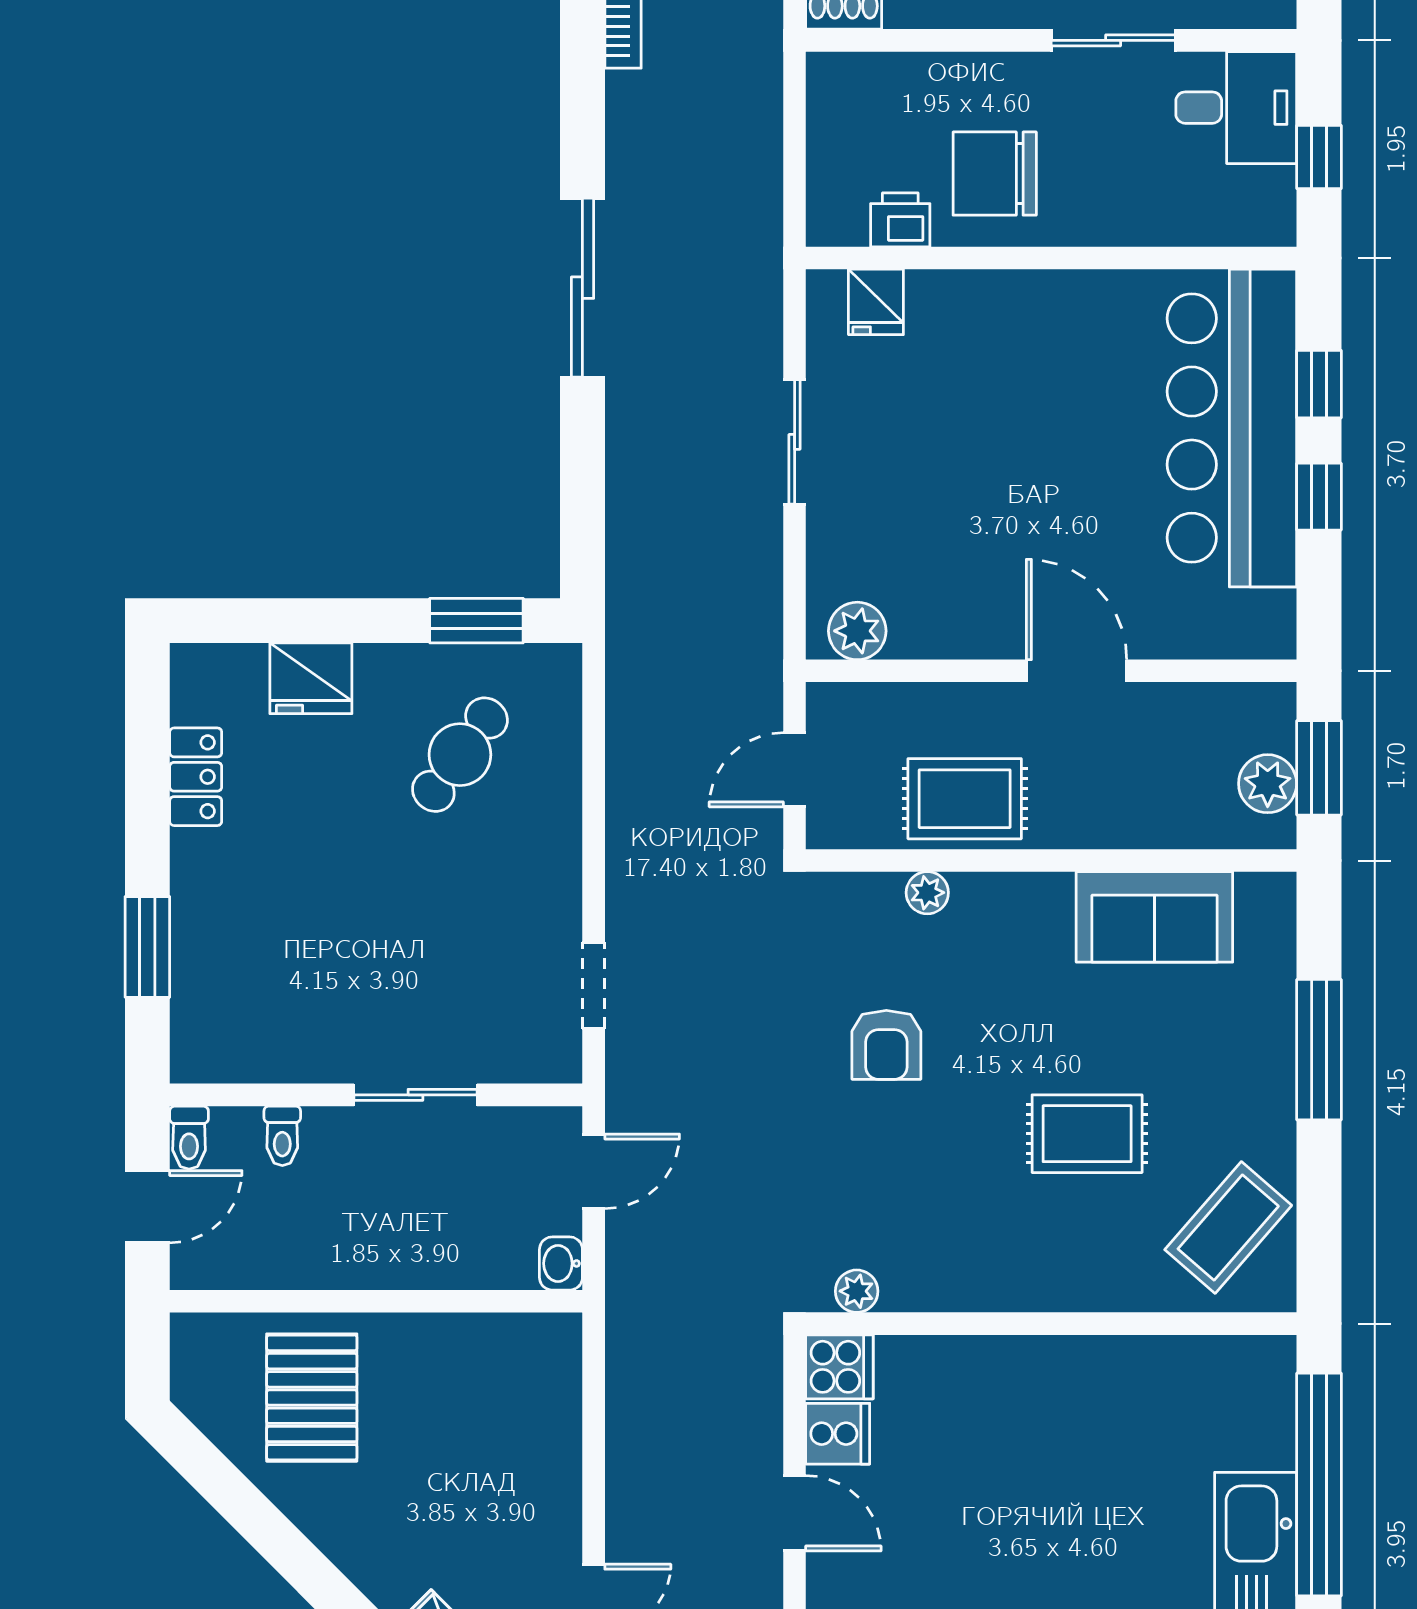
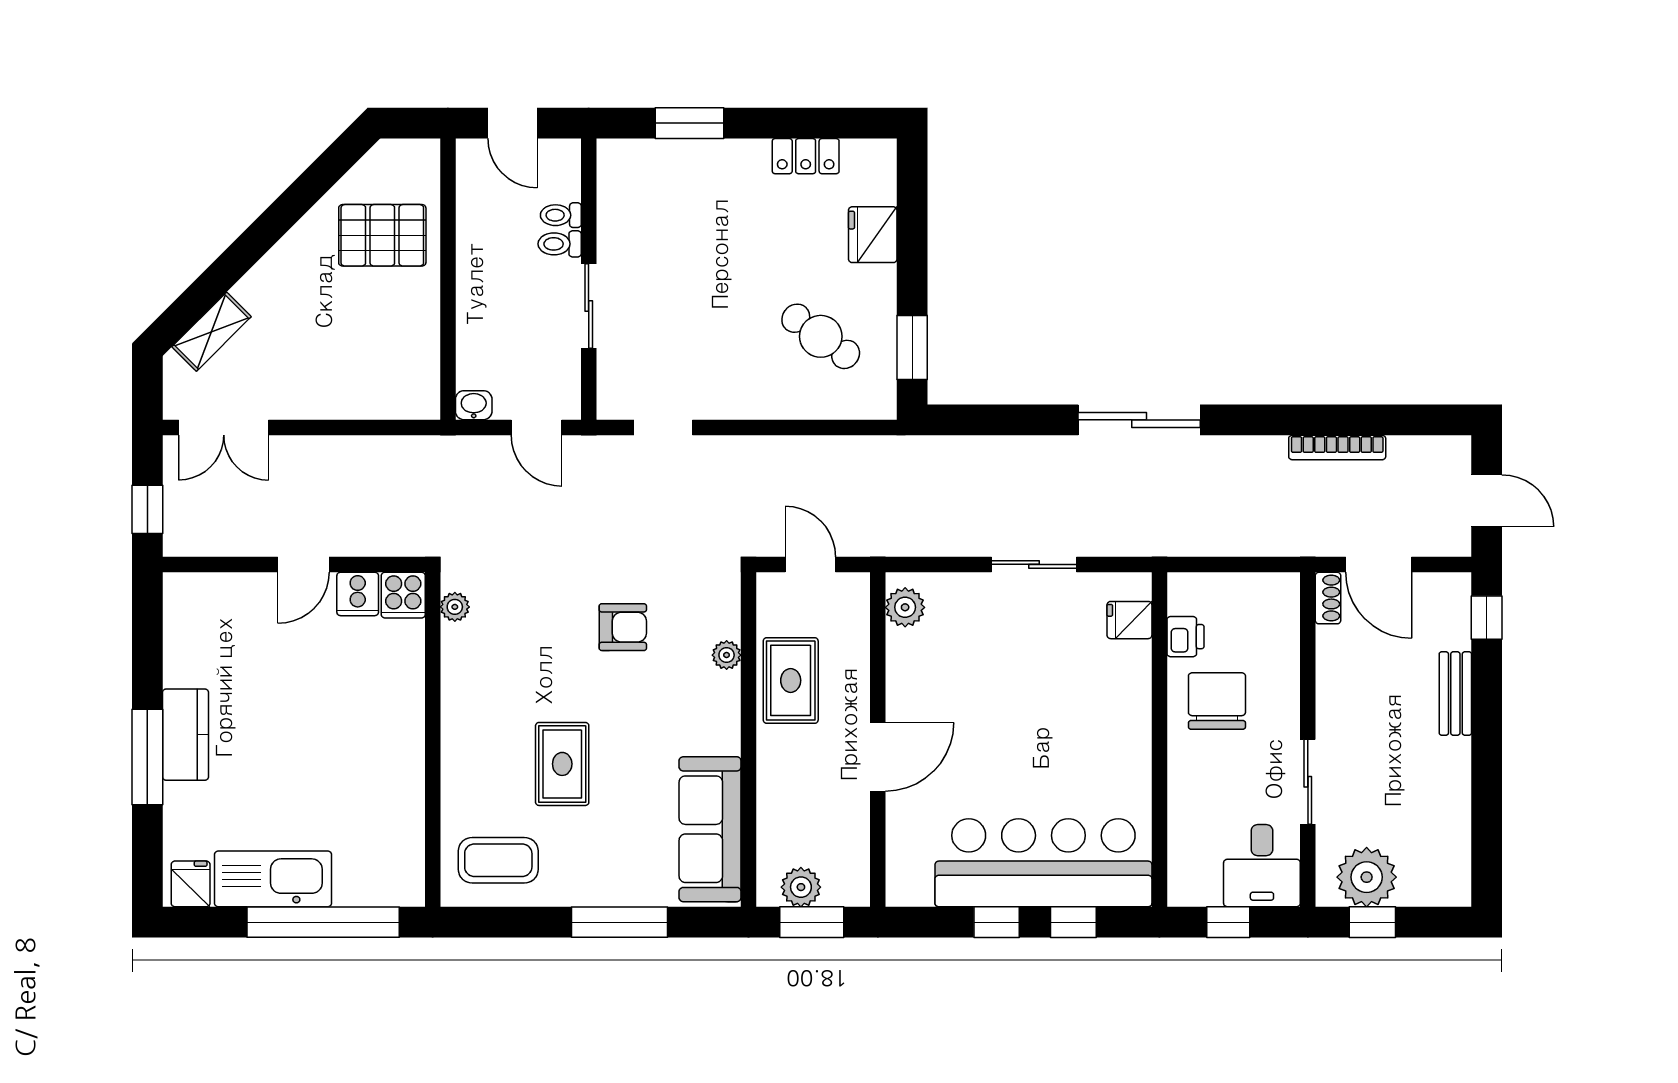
sofa: (1154, 917) -> (710, 829), width x1.36
armchair: (886, 1045) -> (623, 627), turned 180
toilet: (189, 1138) -> (560, 244), moved
coffee table: (1228, 1227) -> (498, 860), turned -41

